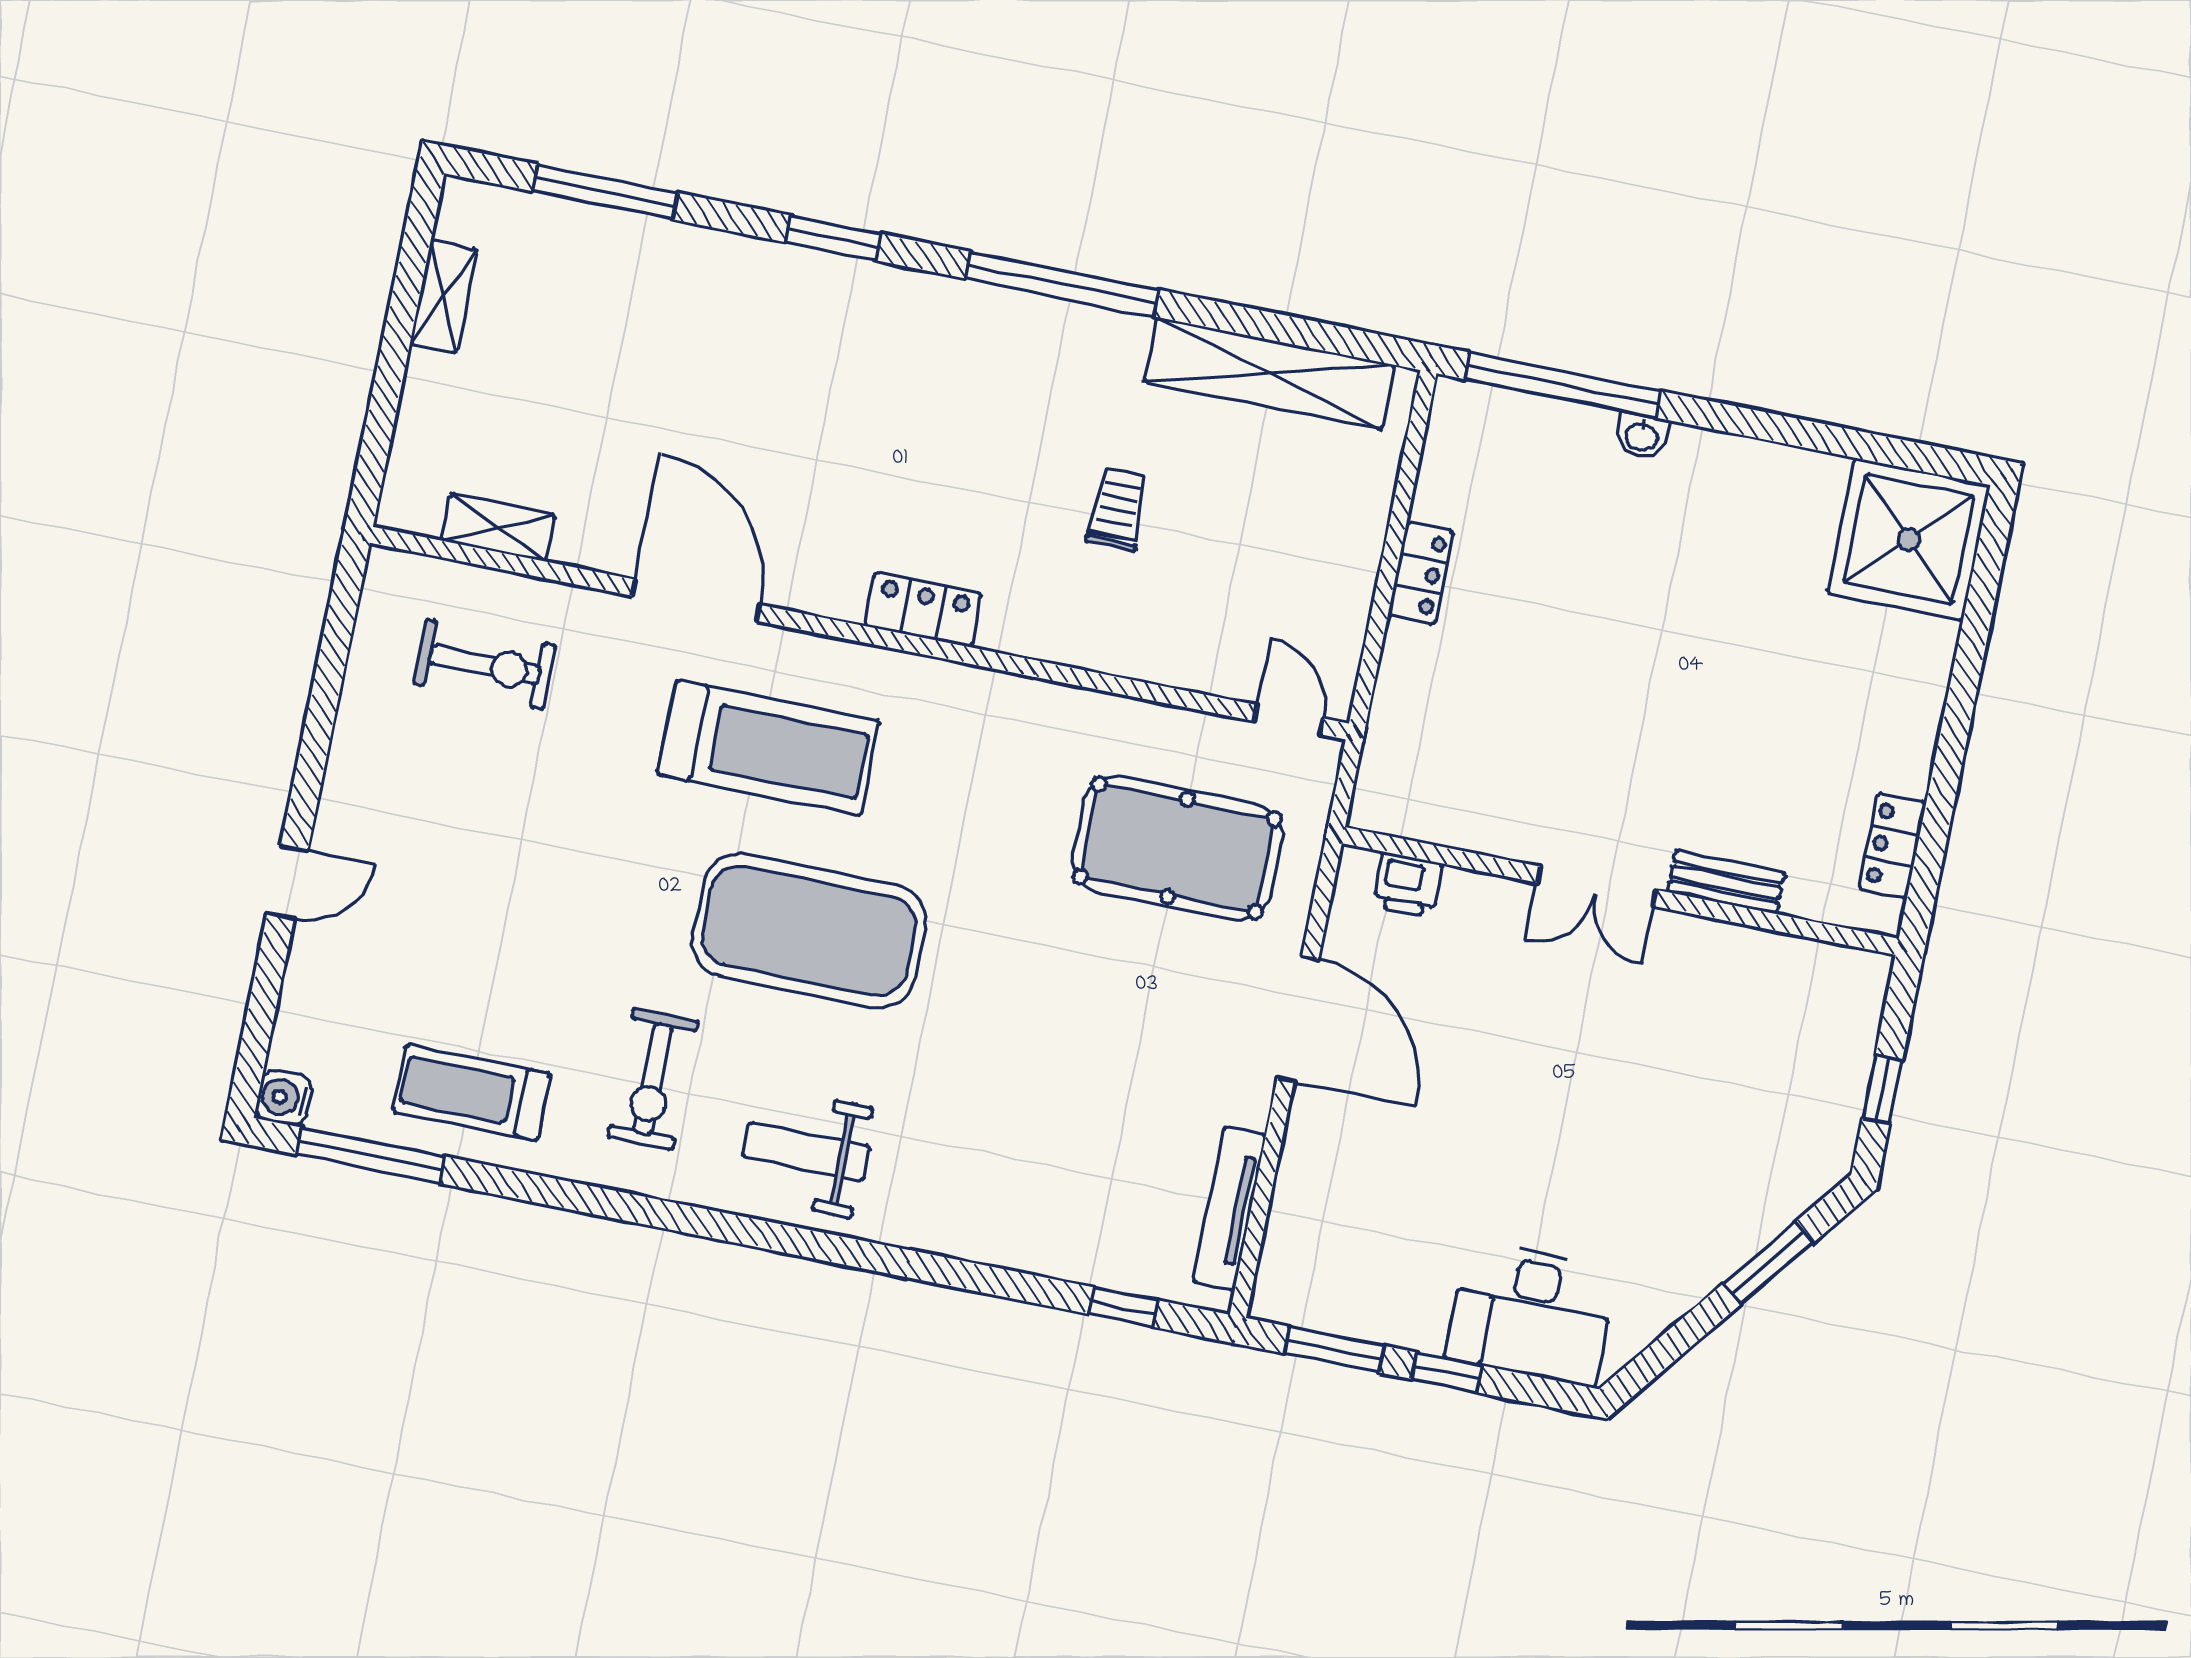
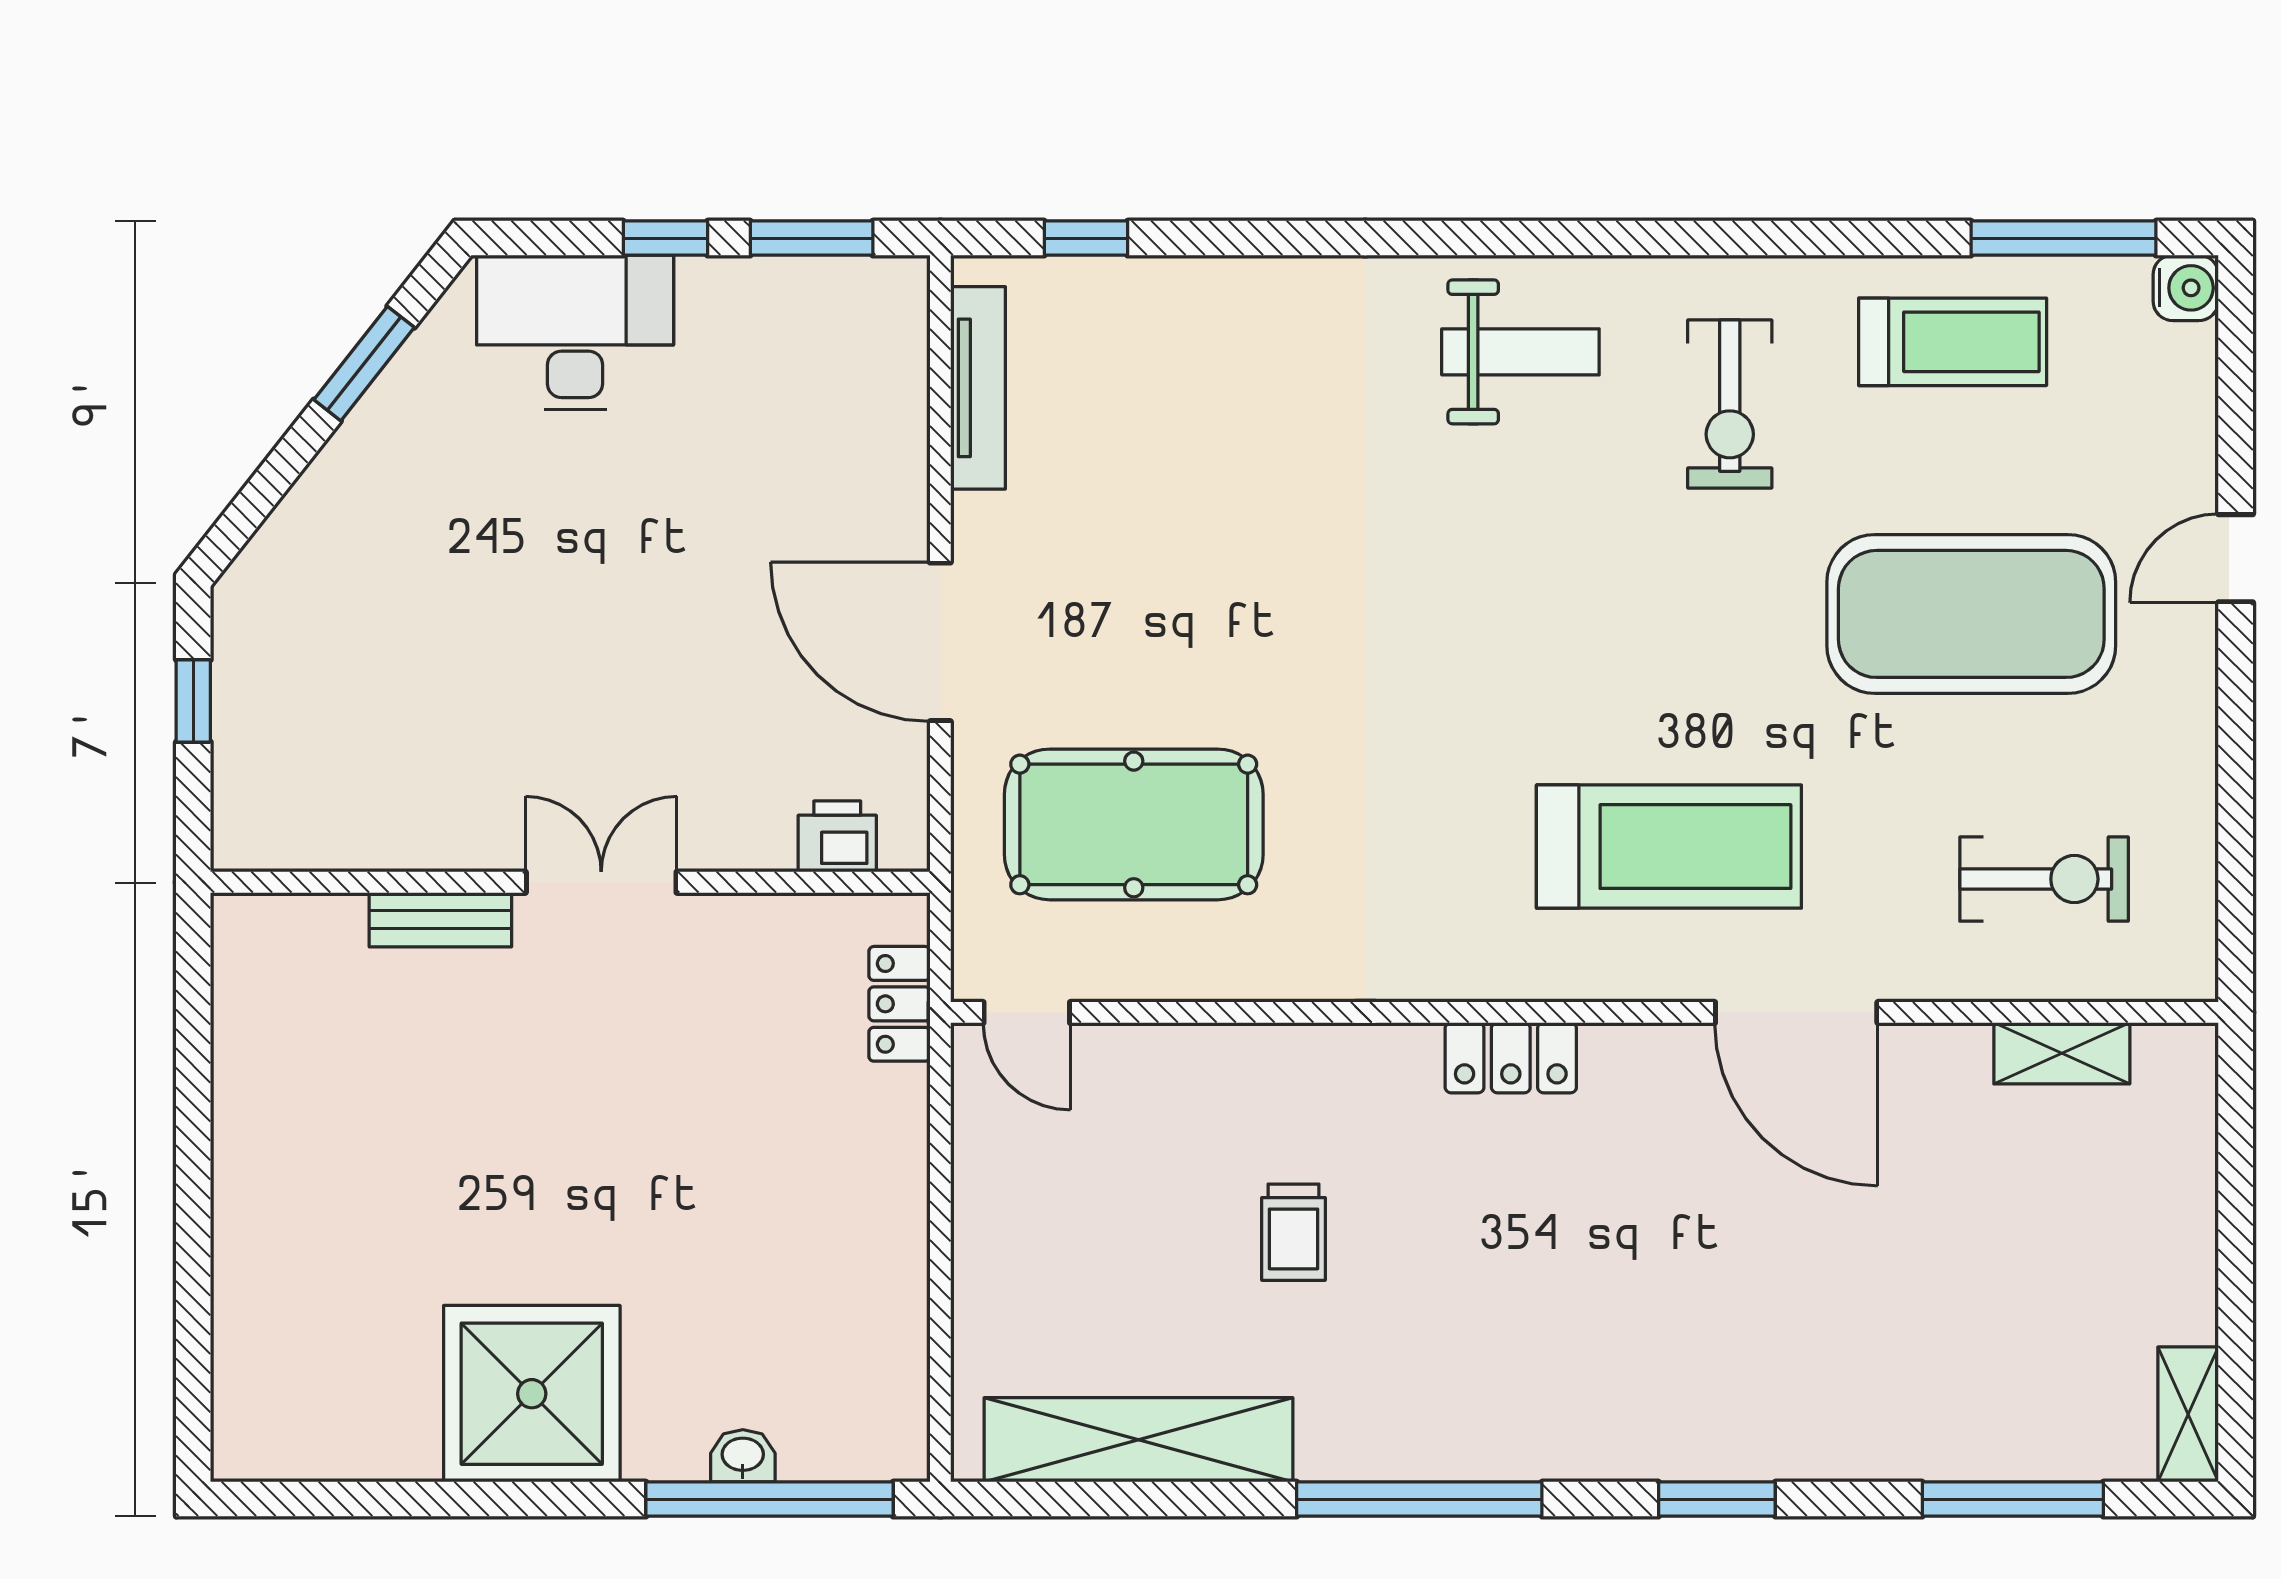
shelving: (443, 297) -> (2188, 1414), moved
washbasin: (1642, 436) -> (743, 1456), moved
shower: (1909, 539) -> (532, 1394), moved
locker: (1420, 573) -> (899, 1004), moved
exercise bike: (485, 665) -> (2044, 879), turned 180
treadmill: (769, 748) -> (1669, 847), turned 180
locker: (1892, 846) -> (242, 1007), removed
exercise mat: (809, 931) -> (1971, 614), moved
exercise bike: (653, 1079) -> (1730, 404), turned 180
window: (1768, 1263) -> (364, 364), moved

